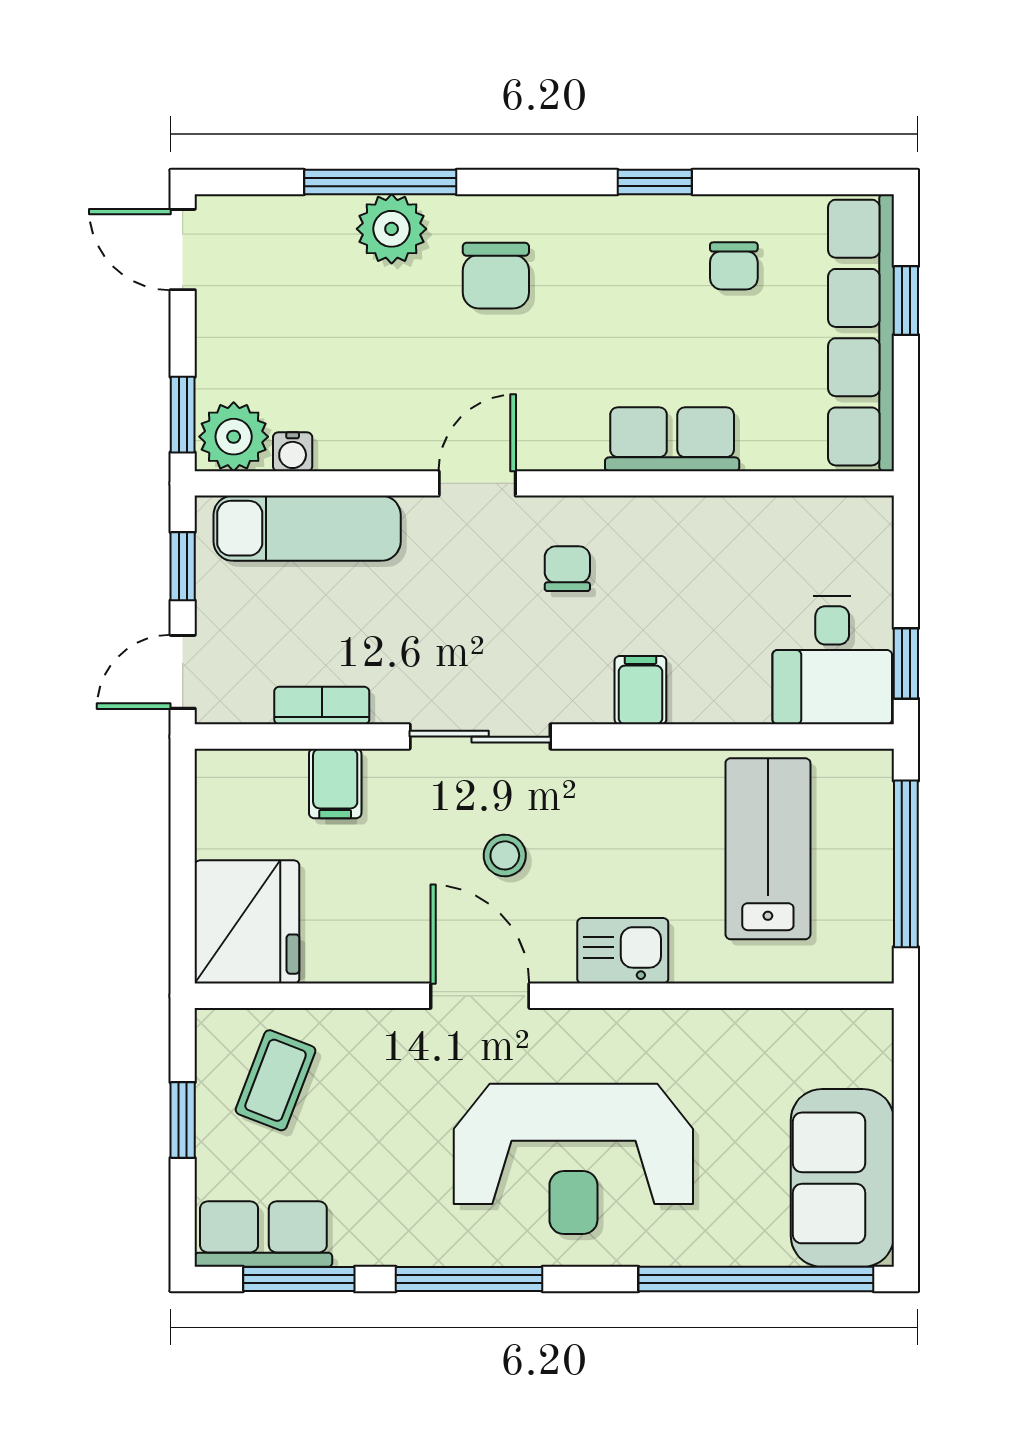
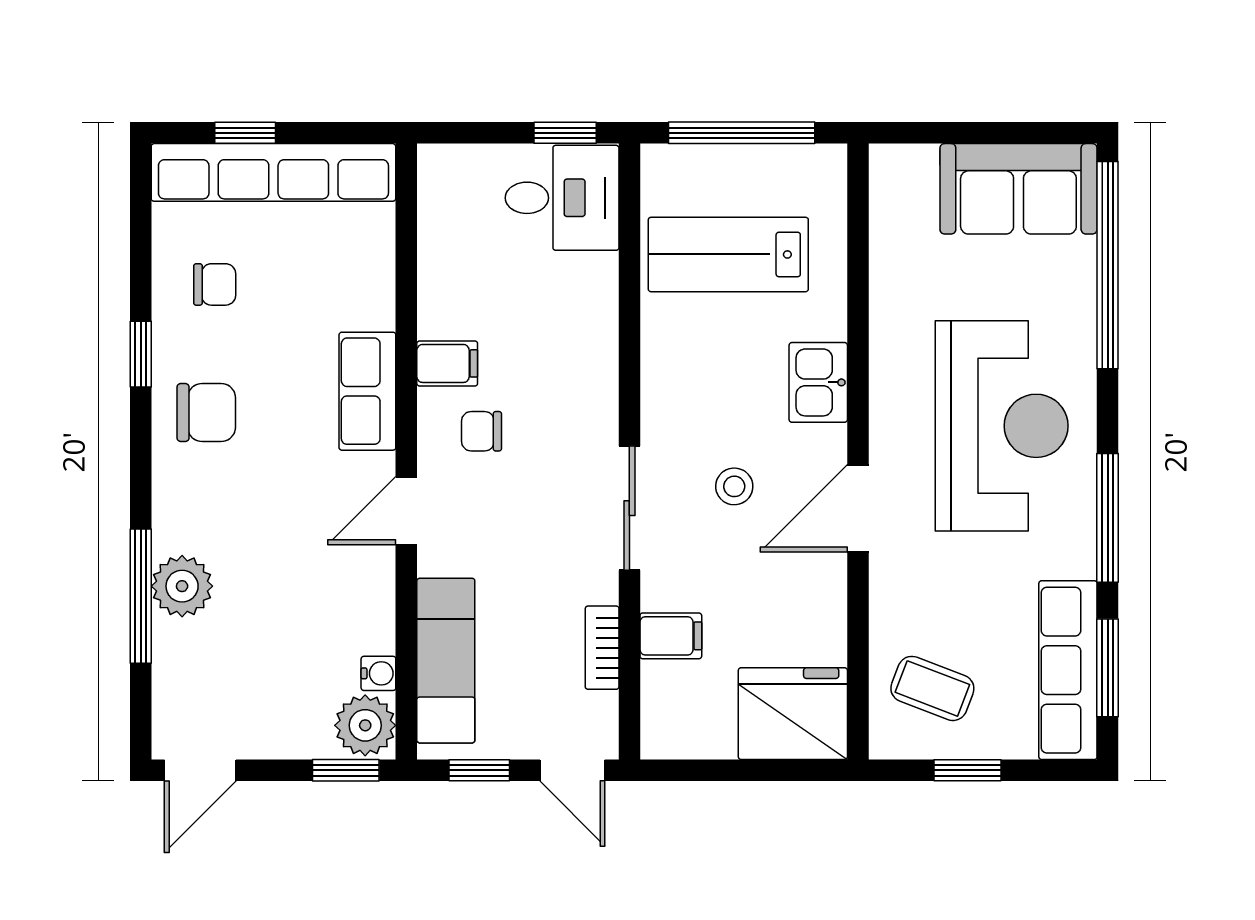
chair: (496, 276) -> (206, 413), moved
row of seats: (672, 439) -> (367, 391), moved
door: (477, 483) -> (406, 511), hinge flipped
filing cabinet: (640, 690) -> (447, 363), moved, turned 180
row of seats: (263, 1234) -> (1068, 670), width x1.48

